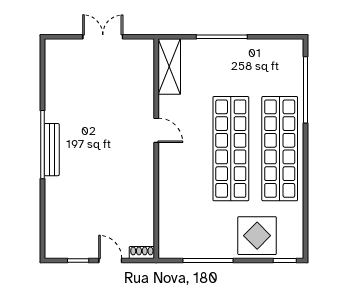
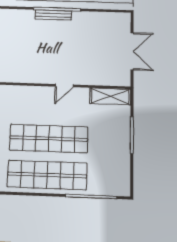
double door: (103, 37) -> (132, 51), width x1.37

